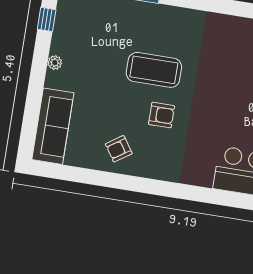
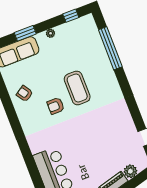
window: (34, 98) -> (25, 33), added
armchair: (162, 115) -> (56, 106), turned 90

